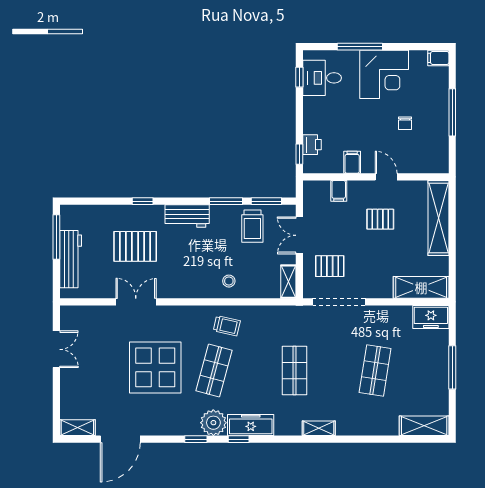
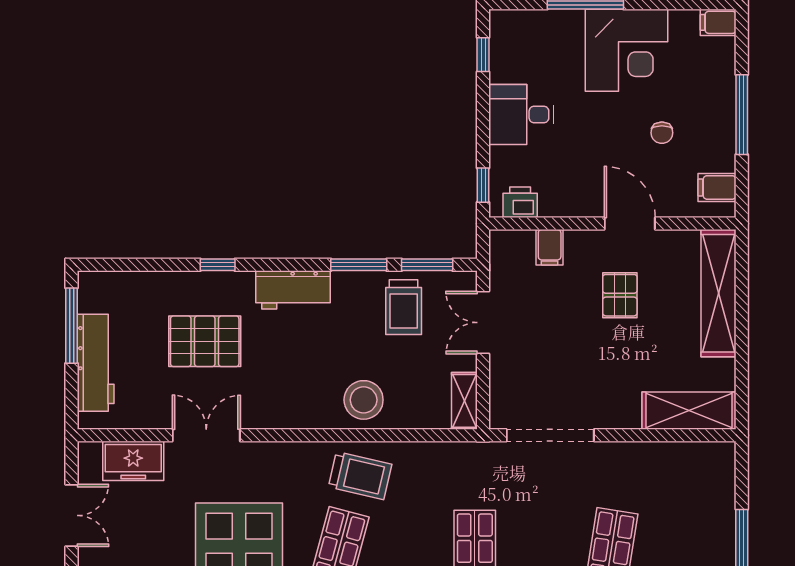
desk: (322, 78) -> (521, 114), moved
printer: (312, 145) -> (520, 202), moved, turned -90
filing cabinet: (352, 162) -> (717, 187), moved, turned -90
door: (386, 177) -> (630, 224), width x1.38
pallet: (380, 219) -> (620, 295), turned 90
pallet: (330, 266) -> (534, 375), removed
stool: (229, 281) -> (364, 400), width x1.89, depth x1.89
freezer: (431, 317) -> (133, 461), moved
trolley: (227, 326) -> (360, 476), width x1.36, depth x1.39

